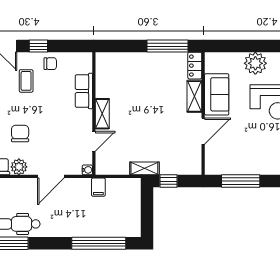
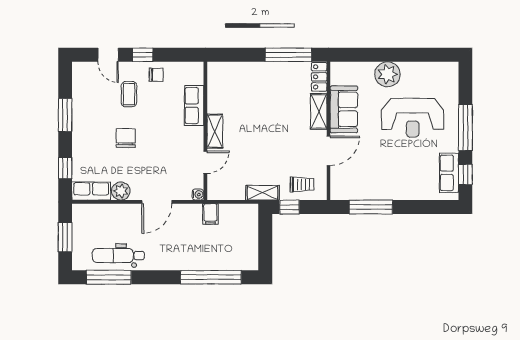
chair: (20, 133) -> (126, 138), moved
trolley: (180, 161) -> (302, 184), added

